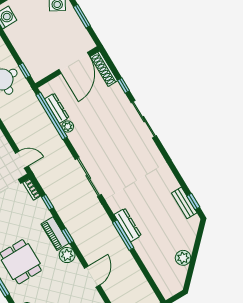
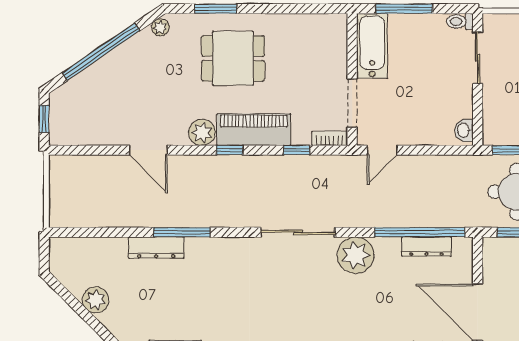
plant: (68, 126) -> (356, 255), moved, width x1.88, depth x1.88
dresser: (128, 225) -> (156, 248), moved
piano: (55, 234) -> (254, 130), width x1.37, depth x1.33

